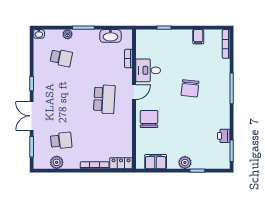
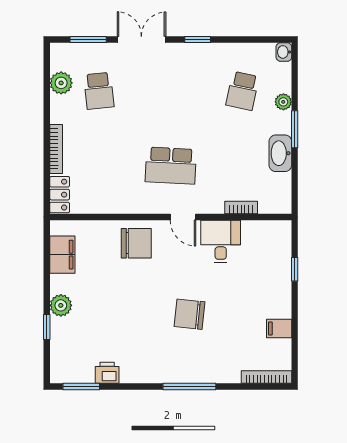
washbasin: (110, 36) -> (280, 153), moved

